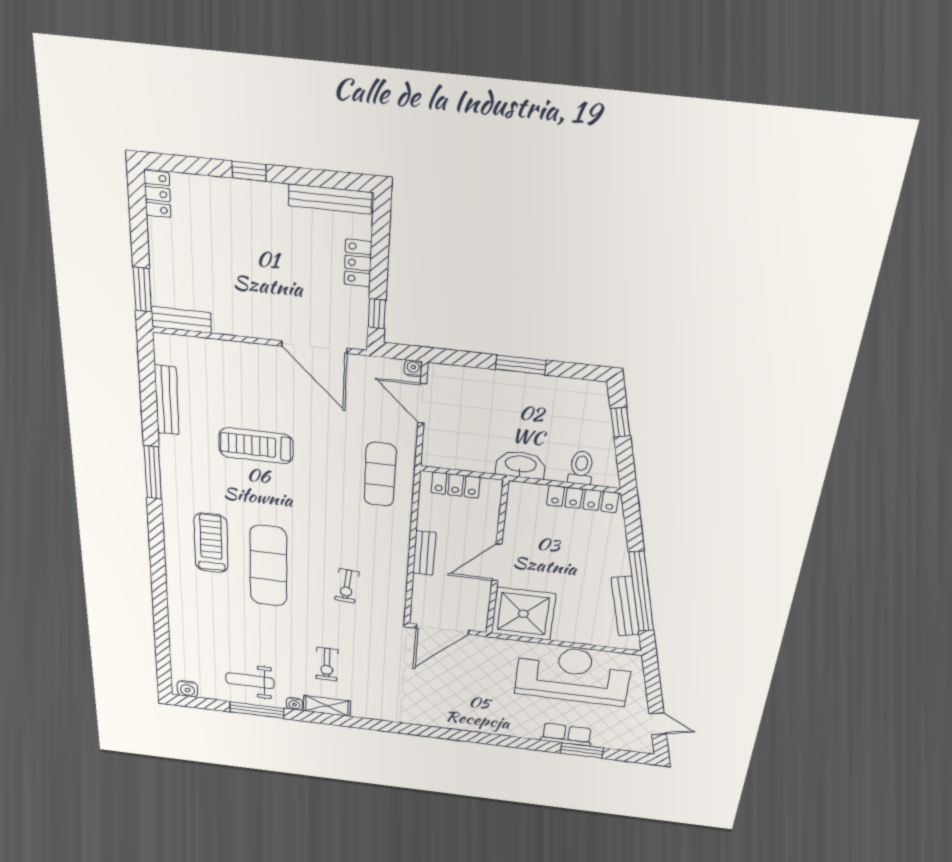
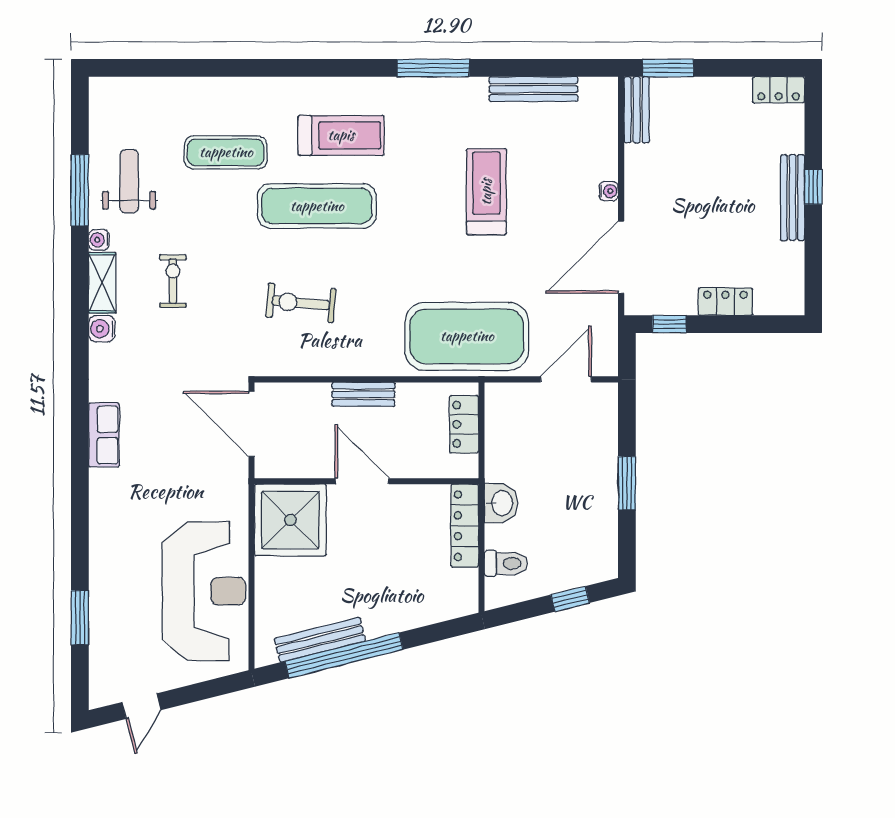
bench: (330, 199) -> (792, 198), moved
water cooler: (413, 368) -> (609, 191), moved
washbasin: (521, 465) -> (501, 503), width x0.72
exercise mat: (380, 474) -> (467, 336), width x2.00, depth x1.45
locker: (583, 499) -> (465, 526), moved
exercise bike: (347, 586) -> (301, 303), width x1.38, depth x1.39
exercise mat: (227, 619) -> (226, 152), added
exercise bike: (327, 664) -> (173, 281), turned 90
water cooler: (187, 689) -> (102, 329), moved
row of seats: (567, 735) -> (104, 435), moved

